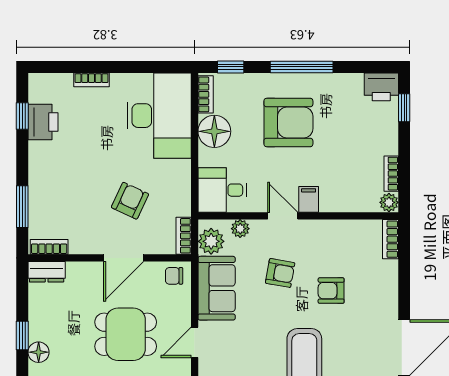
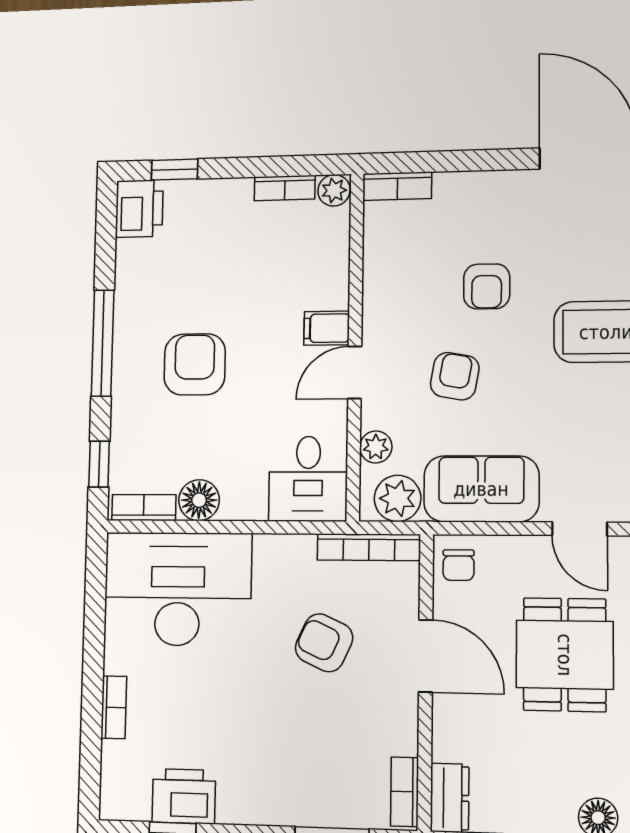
armchair: (288, 122) -> (195, 364), width x0.73, depth x0.73
floor lamp: (214, 131) -> (199, 500), width x0.73, depth x0.73
bookcase: (184, 236) -> (369, 547), width x1.56

